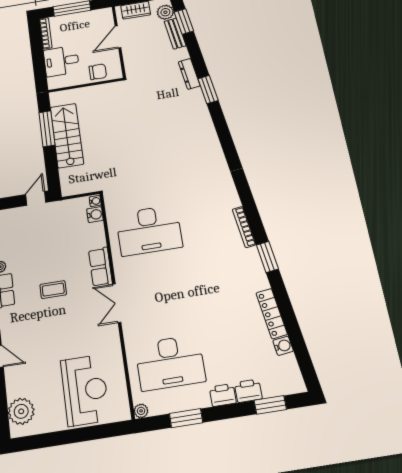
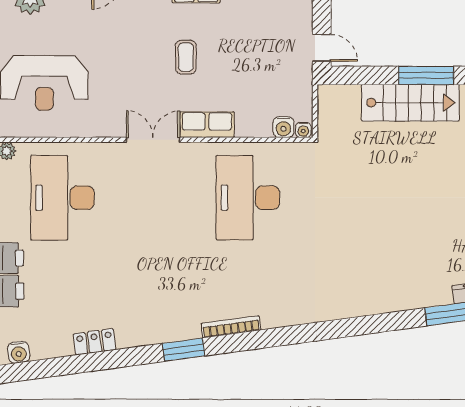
locker: (272, 314) -> (95, 342), width x0.66
water cooler: (283, 346) -> (19, 352), moved

